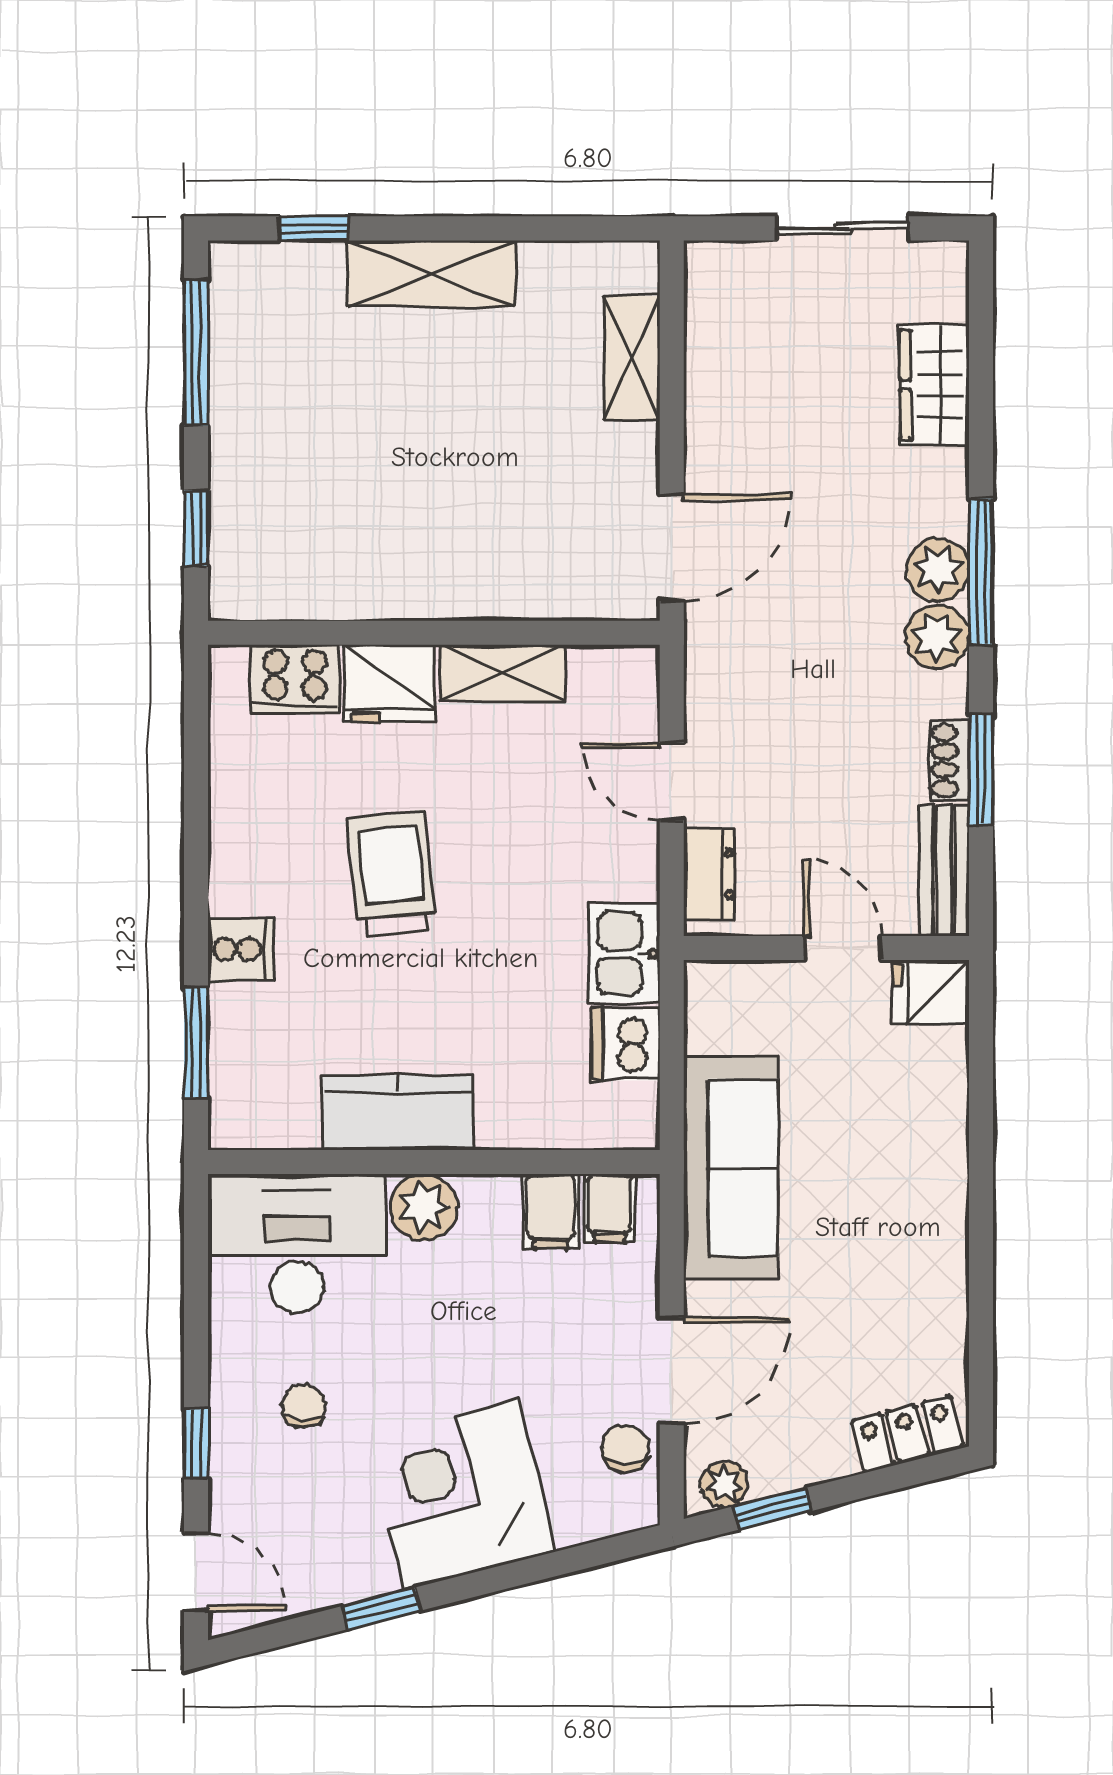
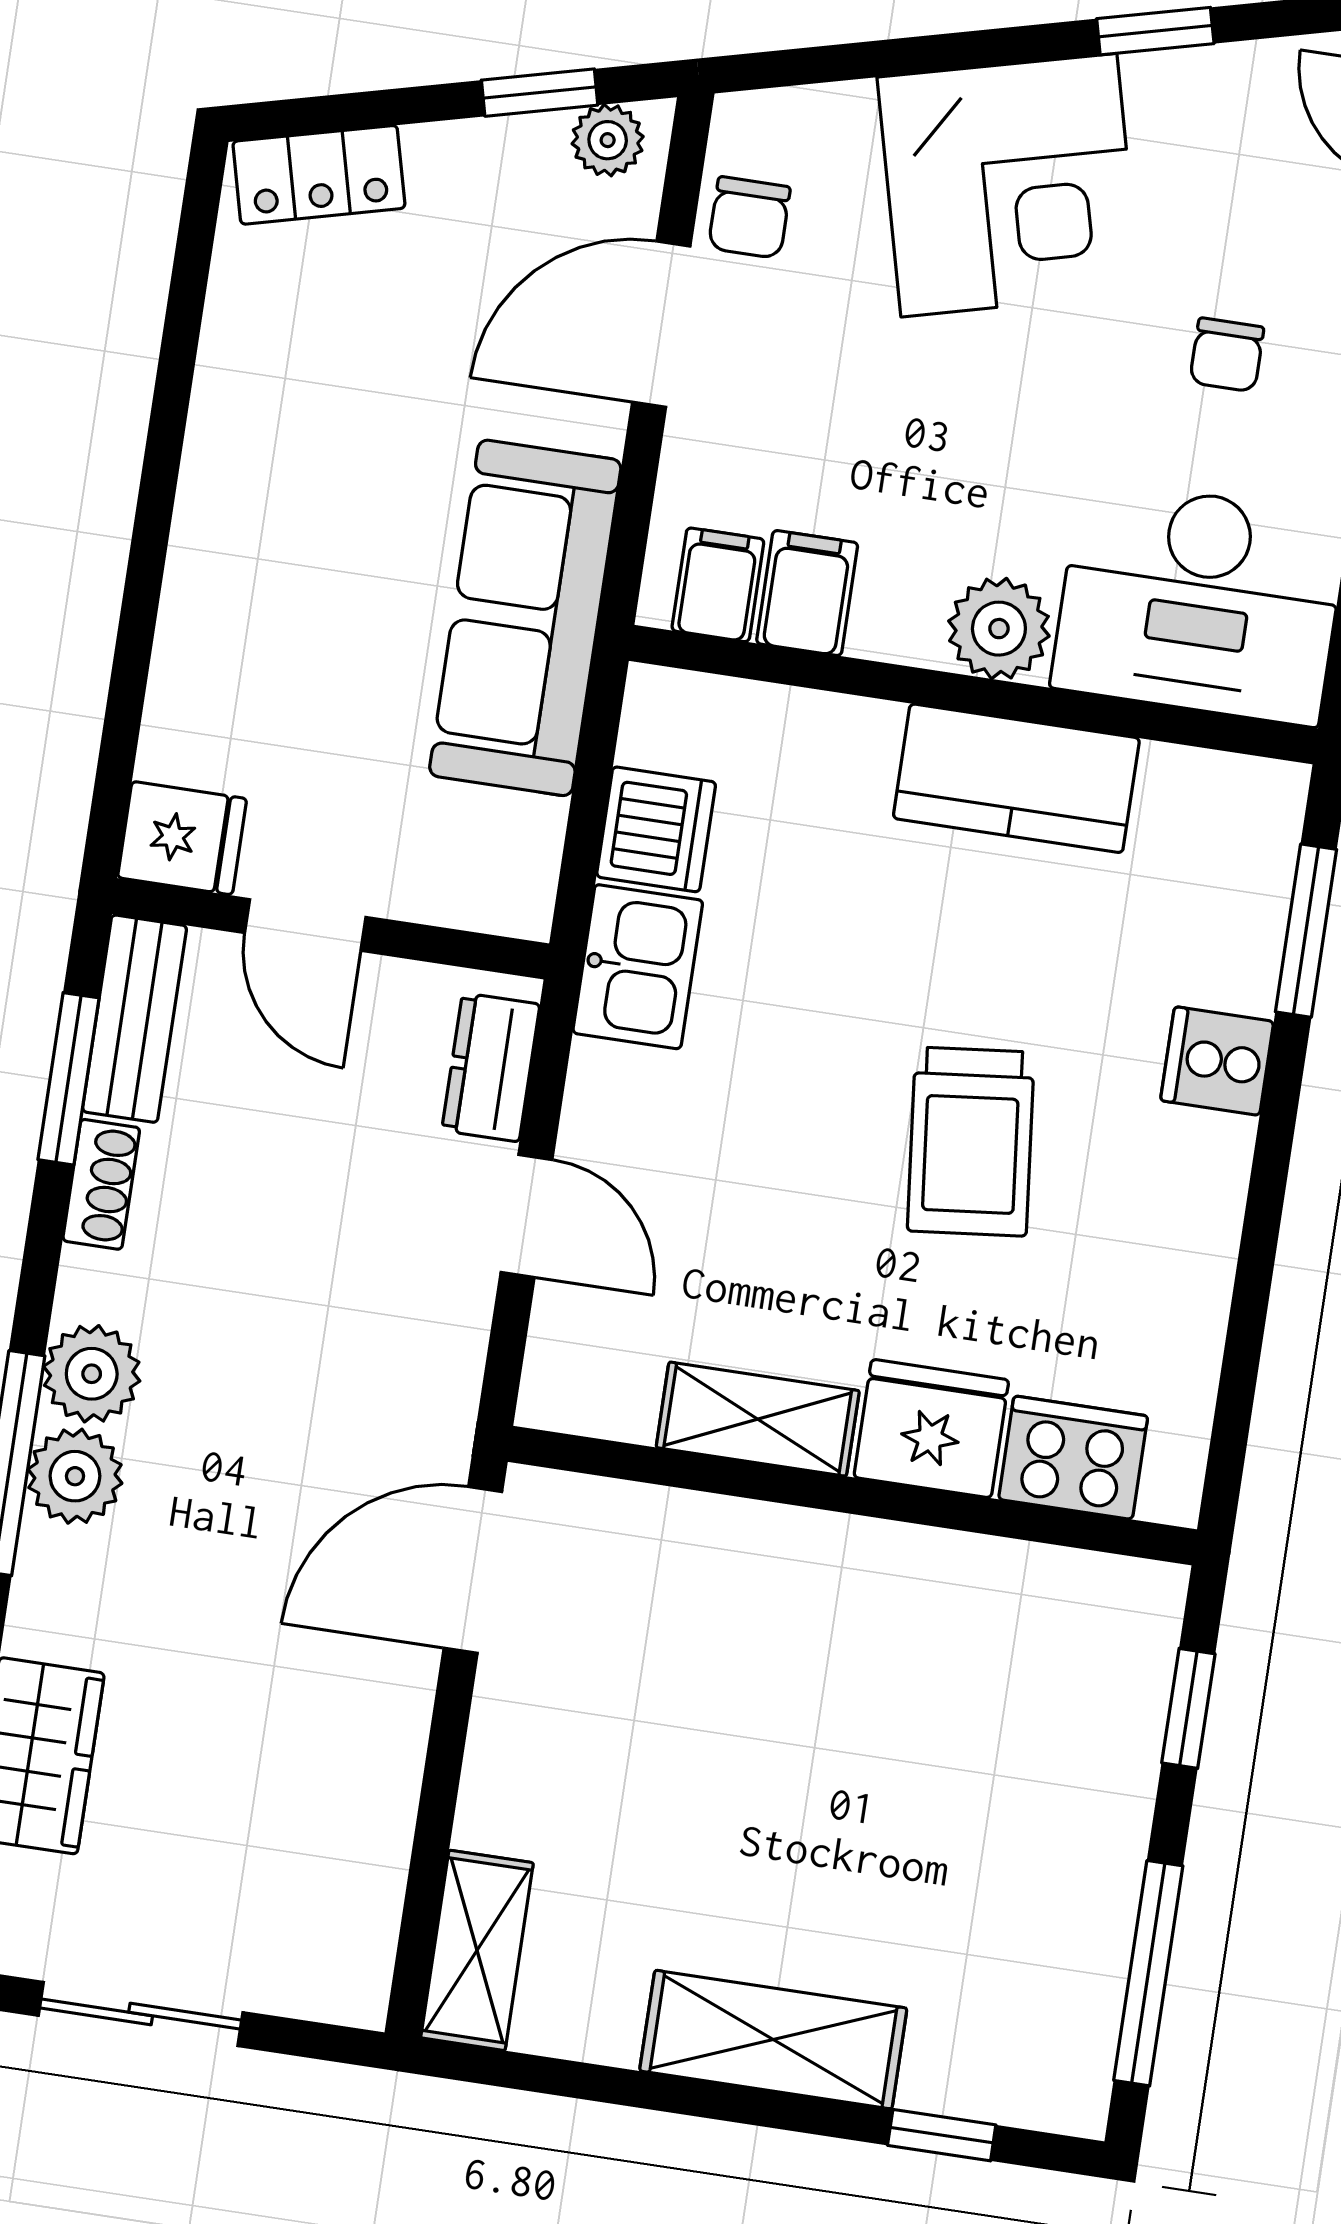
shelving: (632, 358) -> (477, 1950), moved
window: (981, 770) -> (68, 1079), moved

